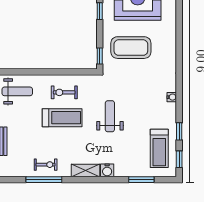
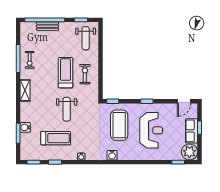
water cooler: (170, 57) -> (112, 155), added
weight bench: (110, 116) -> (67, 109), turned 90
treadmill: (62, 118) -> (65, 73), turned 180
treadmill: (159, 148) -> (56, 138), moved, turned 180
water cooler: (107, 170) -> (25, 127), moved

